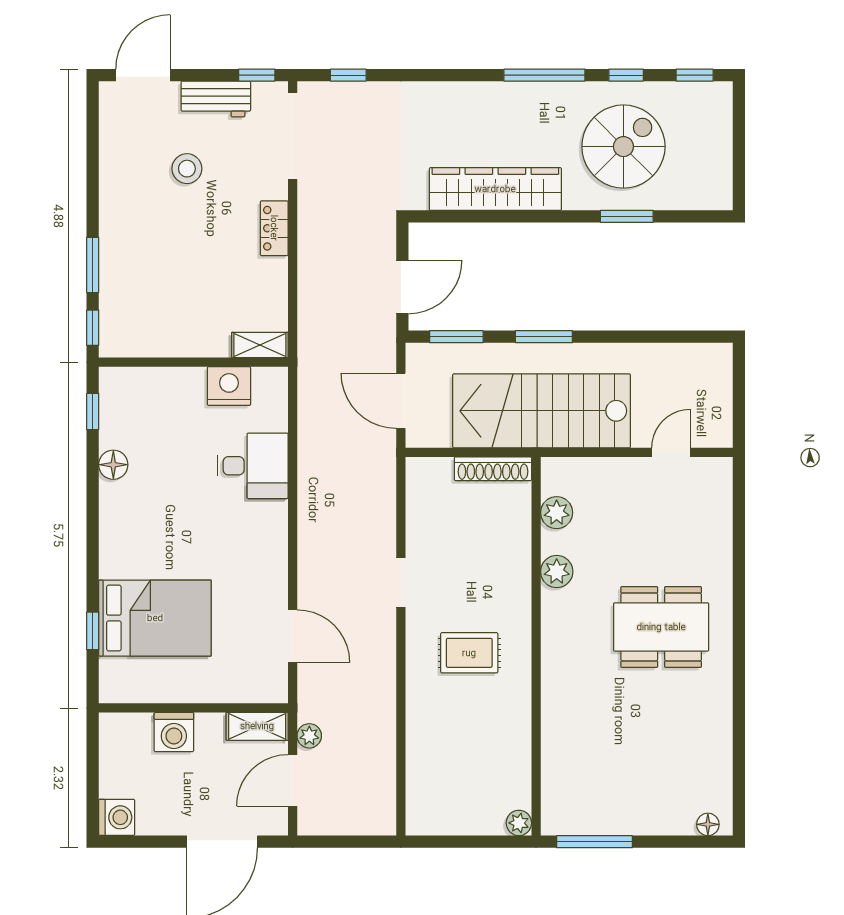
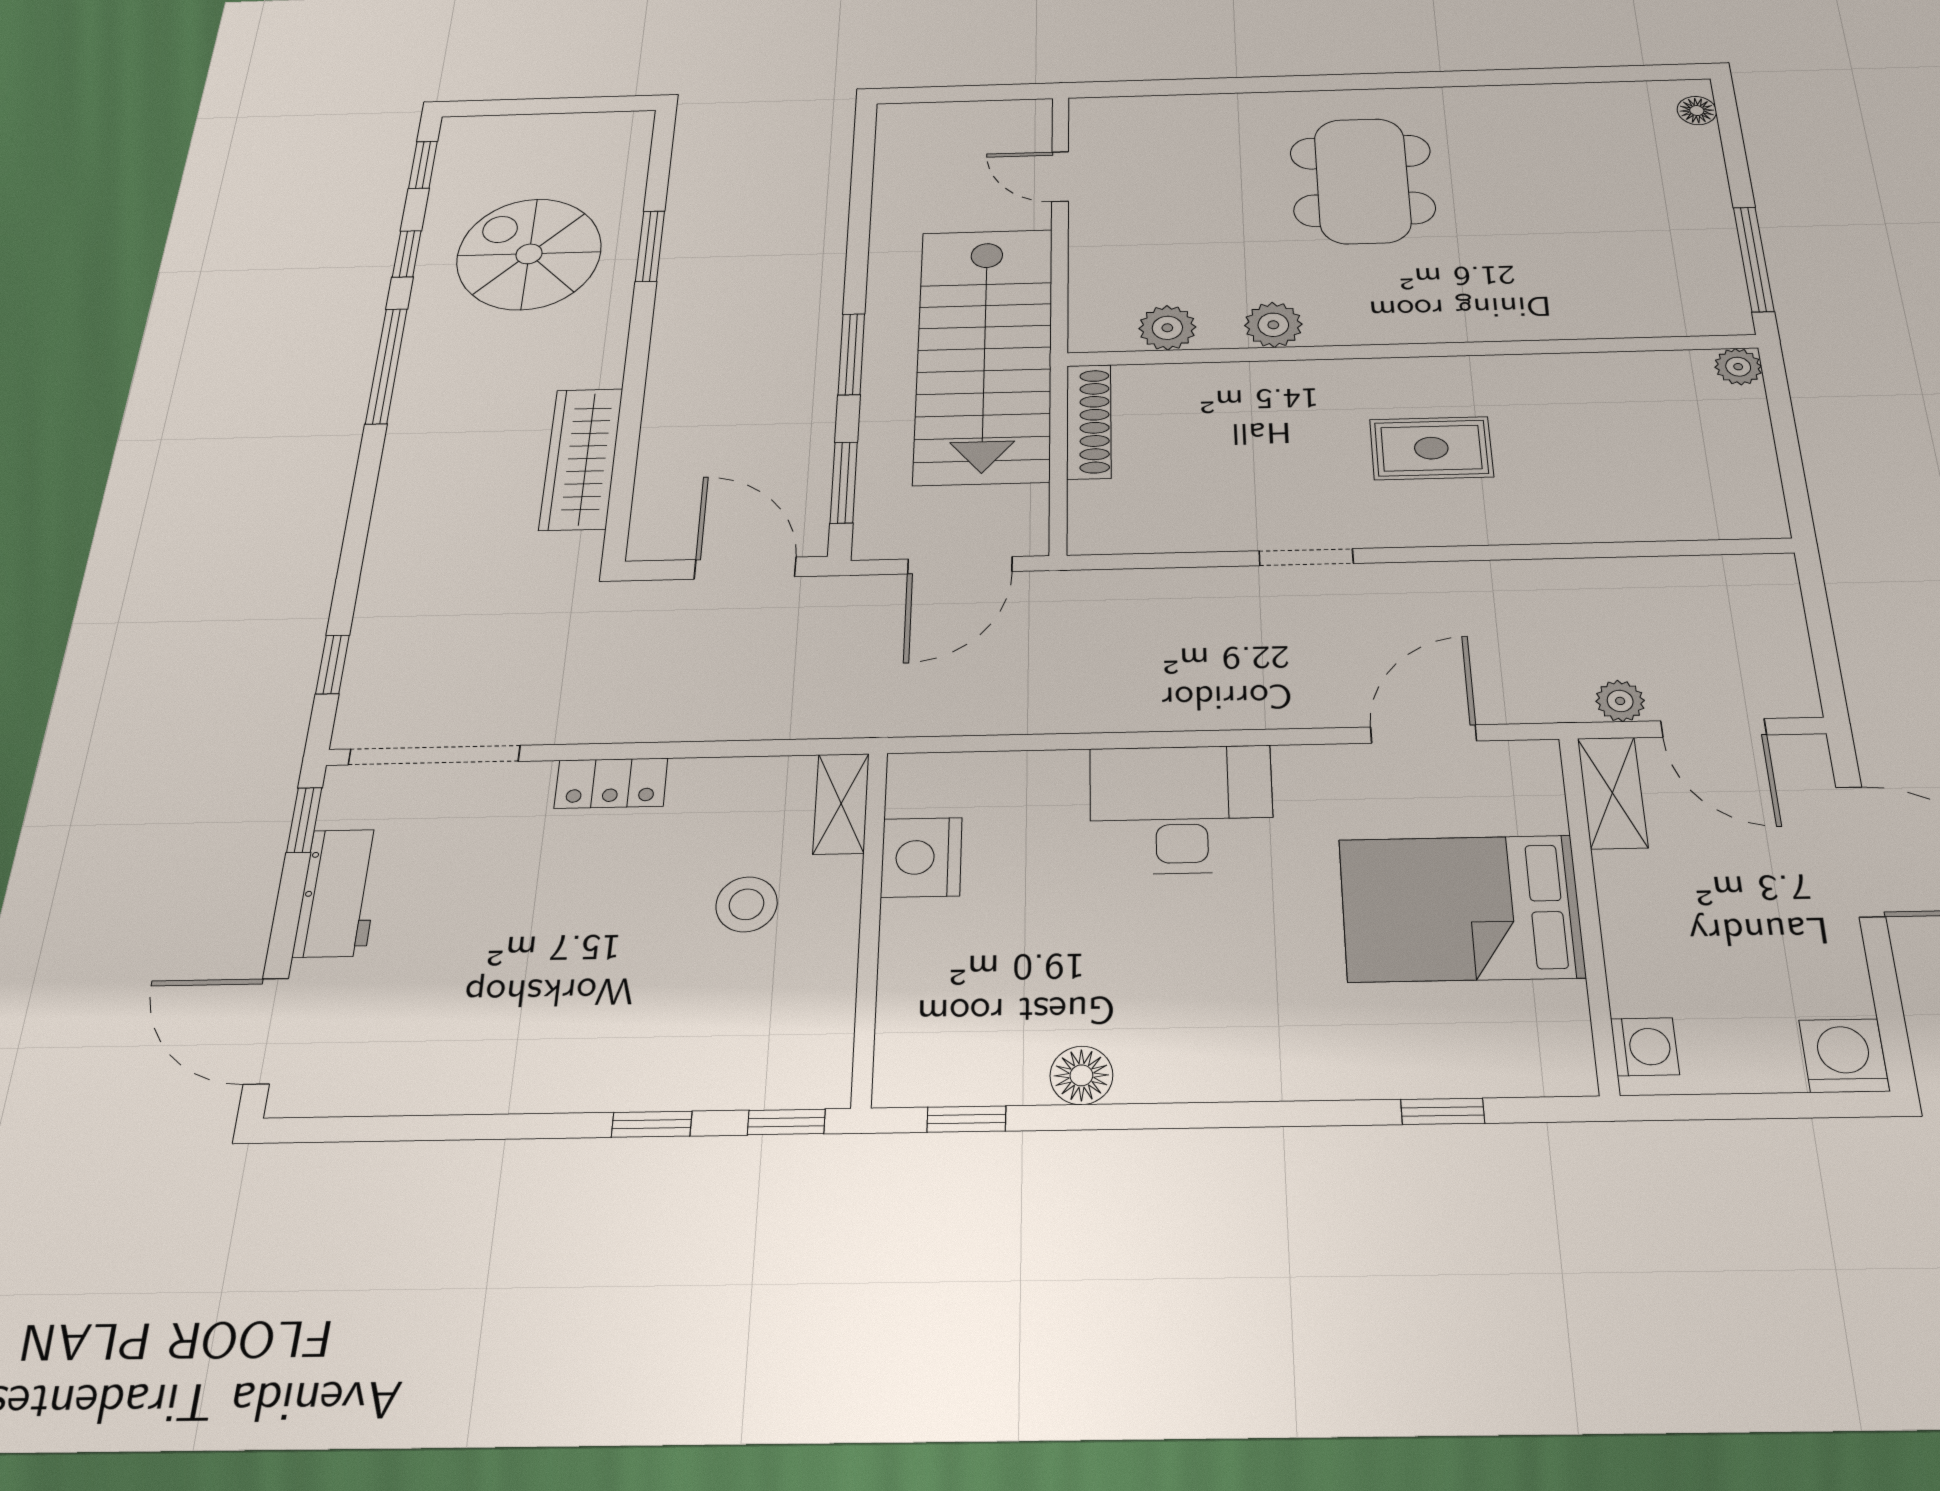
stool: (187, 169) -> (747, 904), moved
wardrobe: (495, 189) -> (581, 459), width x0.71, depth x0.85
window: (93, 265) -> (652, 1124), width x0.67
desk: (253, 466) -> (1181, 809), moved, width x1.37
bed: (155, 618) -> (1461, 908), moved, turned -90
rug: (469, 653) -> (1431, 448), turned 90
washing machine: (174, 732) -> (1645, 1047), moved, width x0.73, depth x0.73

